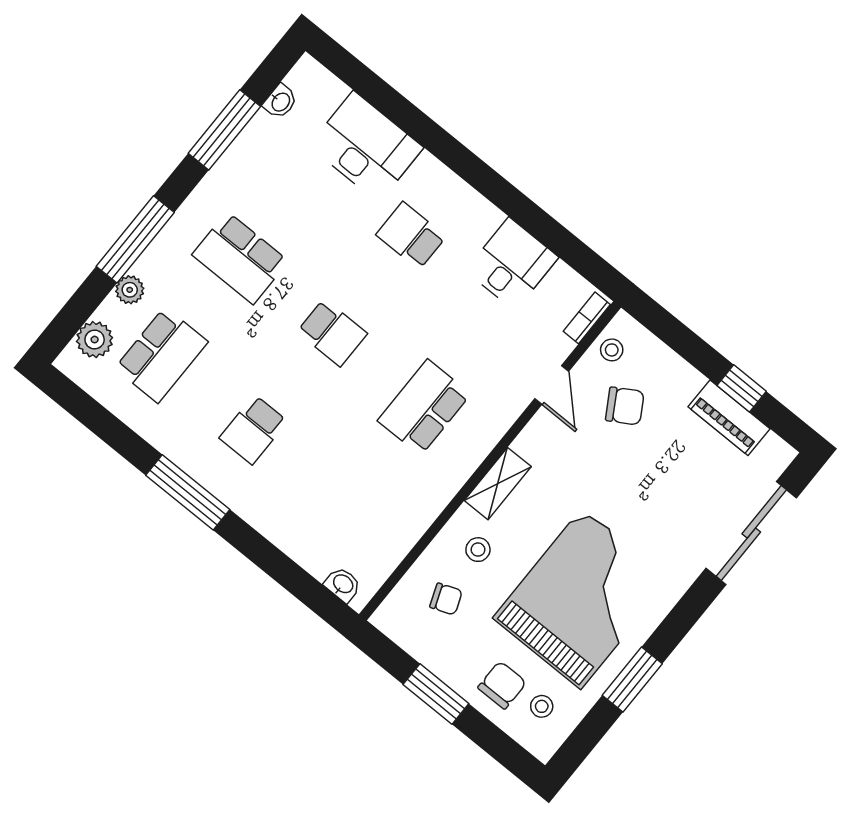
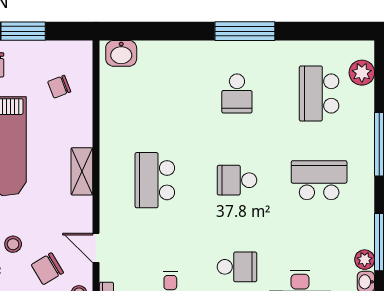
plant: (130, 290) -> (365, 260), moved
school desk: (424, 407) -> (155, 180), turned 180
school desk: (253, 430) -> (237, 94), turned 180
stool: (478, 550) -> (13, 244), moved
washbasin: (343, 584) -> (121, 53), width x1.38, depth x1.45

